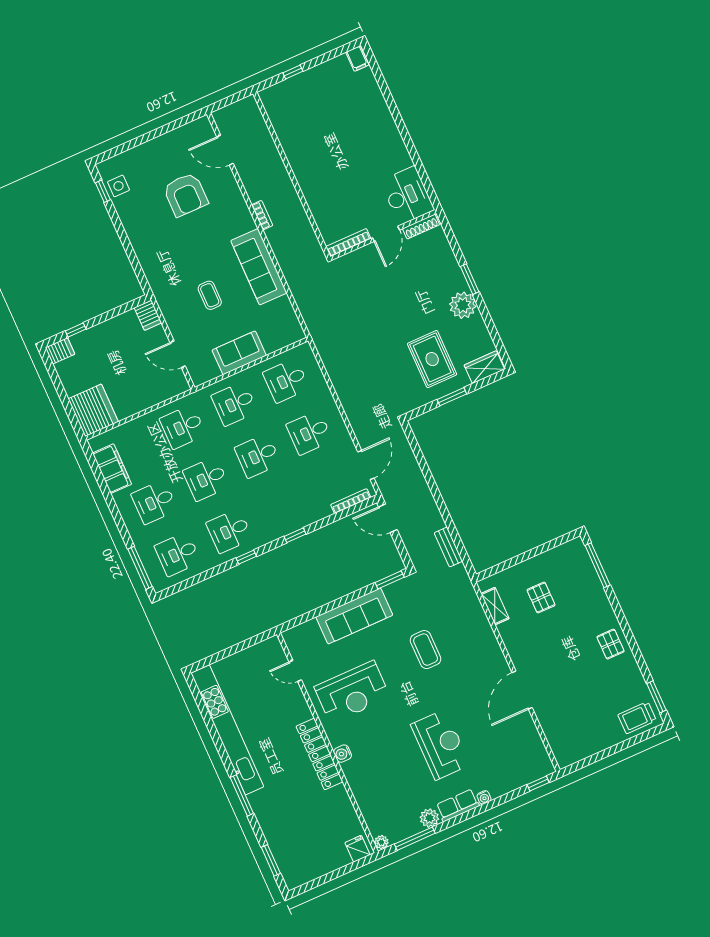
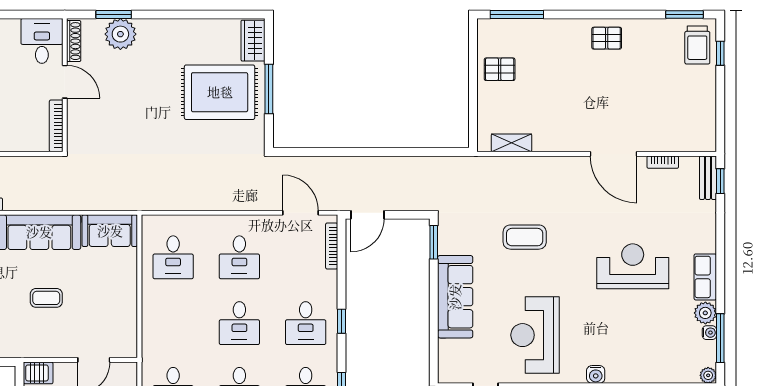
desk: (407, 195) -> (42, 41), width x0.73
window: (470, 279) -> (114, 14), moved
plant: (463, 305) -> (120, 34), moved
sofa: (239, 353) -> (110, 231), moved, turned -90
rug: (432, 359) -> (220, 92), width x1.37, depth x1.44
window: (452, 397) -> (269, 89), width x1.44
desk: (234, 404) -> (306, 323), moved
bench: (448, 547) -> (708, 178), moved, turned 90
pallet: (541, 597) -> (500, 69), moved
reception desk: (352, 692) -> (535, 335), turned 180
bookcase: (533, 732) -> (663, 162), added
window: (639, 739) -> (720, 53), added
water cooler: (484, 797) -> (709, 333), moved

